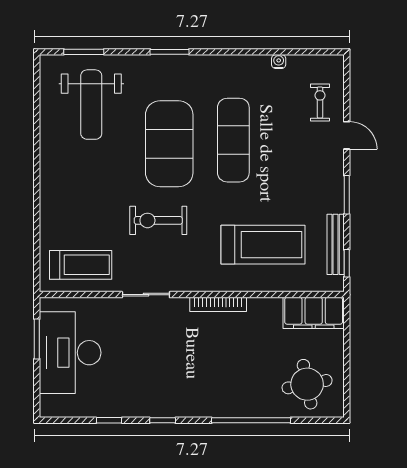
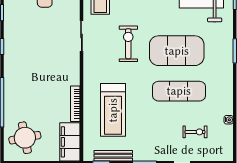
exercise bike: (320, 102) -> (195, 132), moved
bookcase: (218, 304) -> (75, 104), moved

